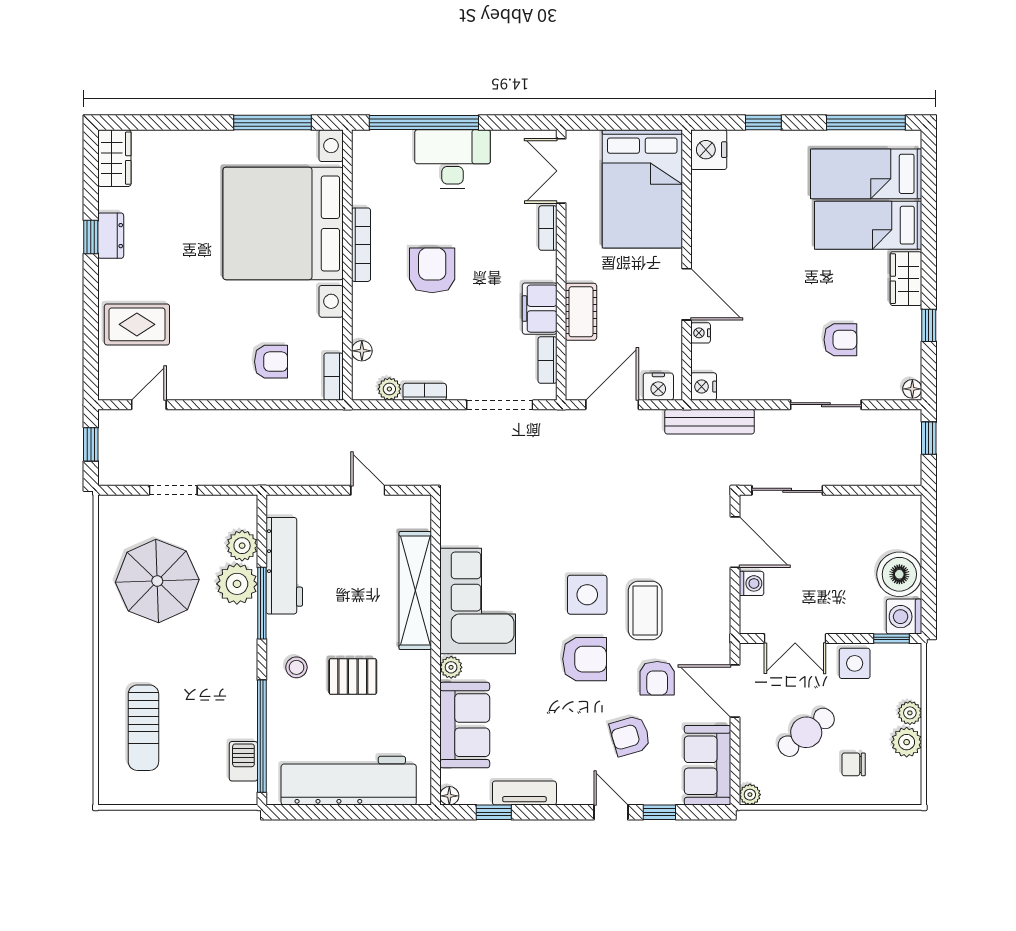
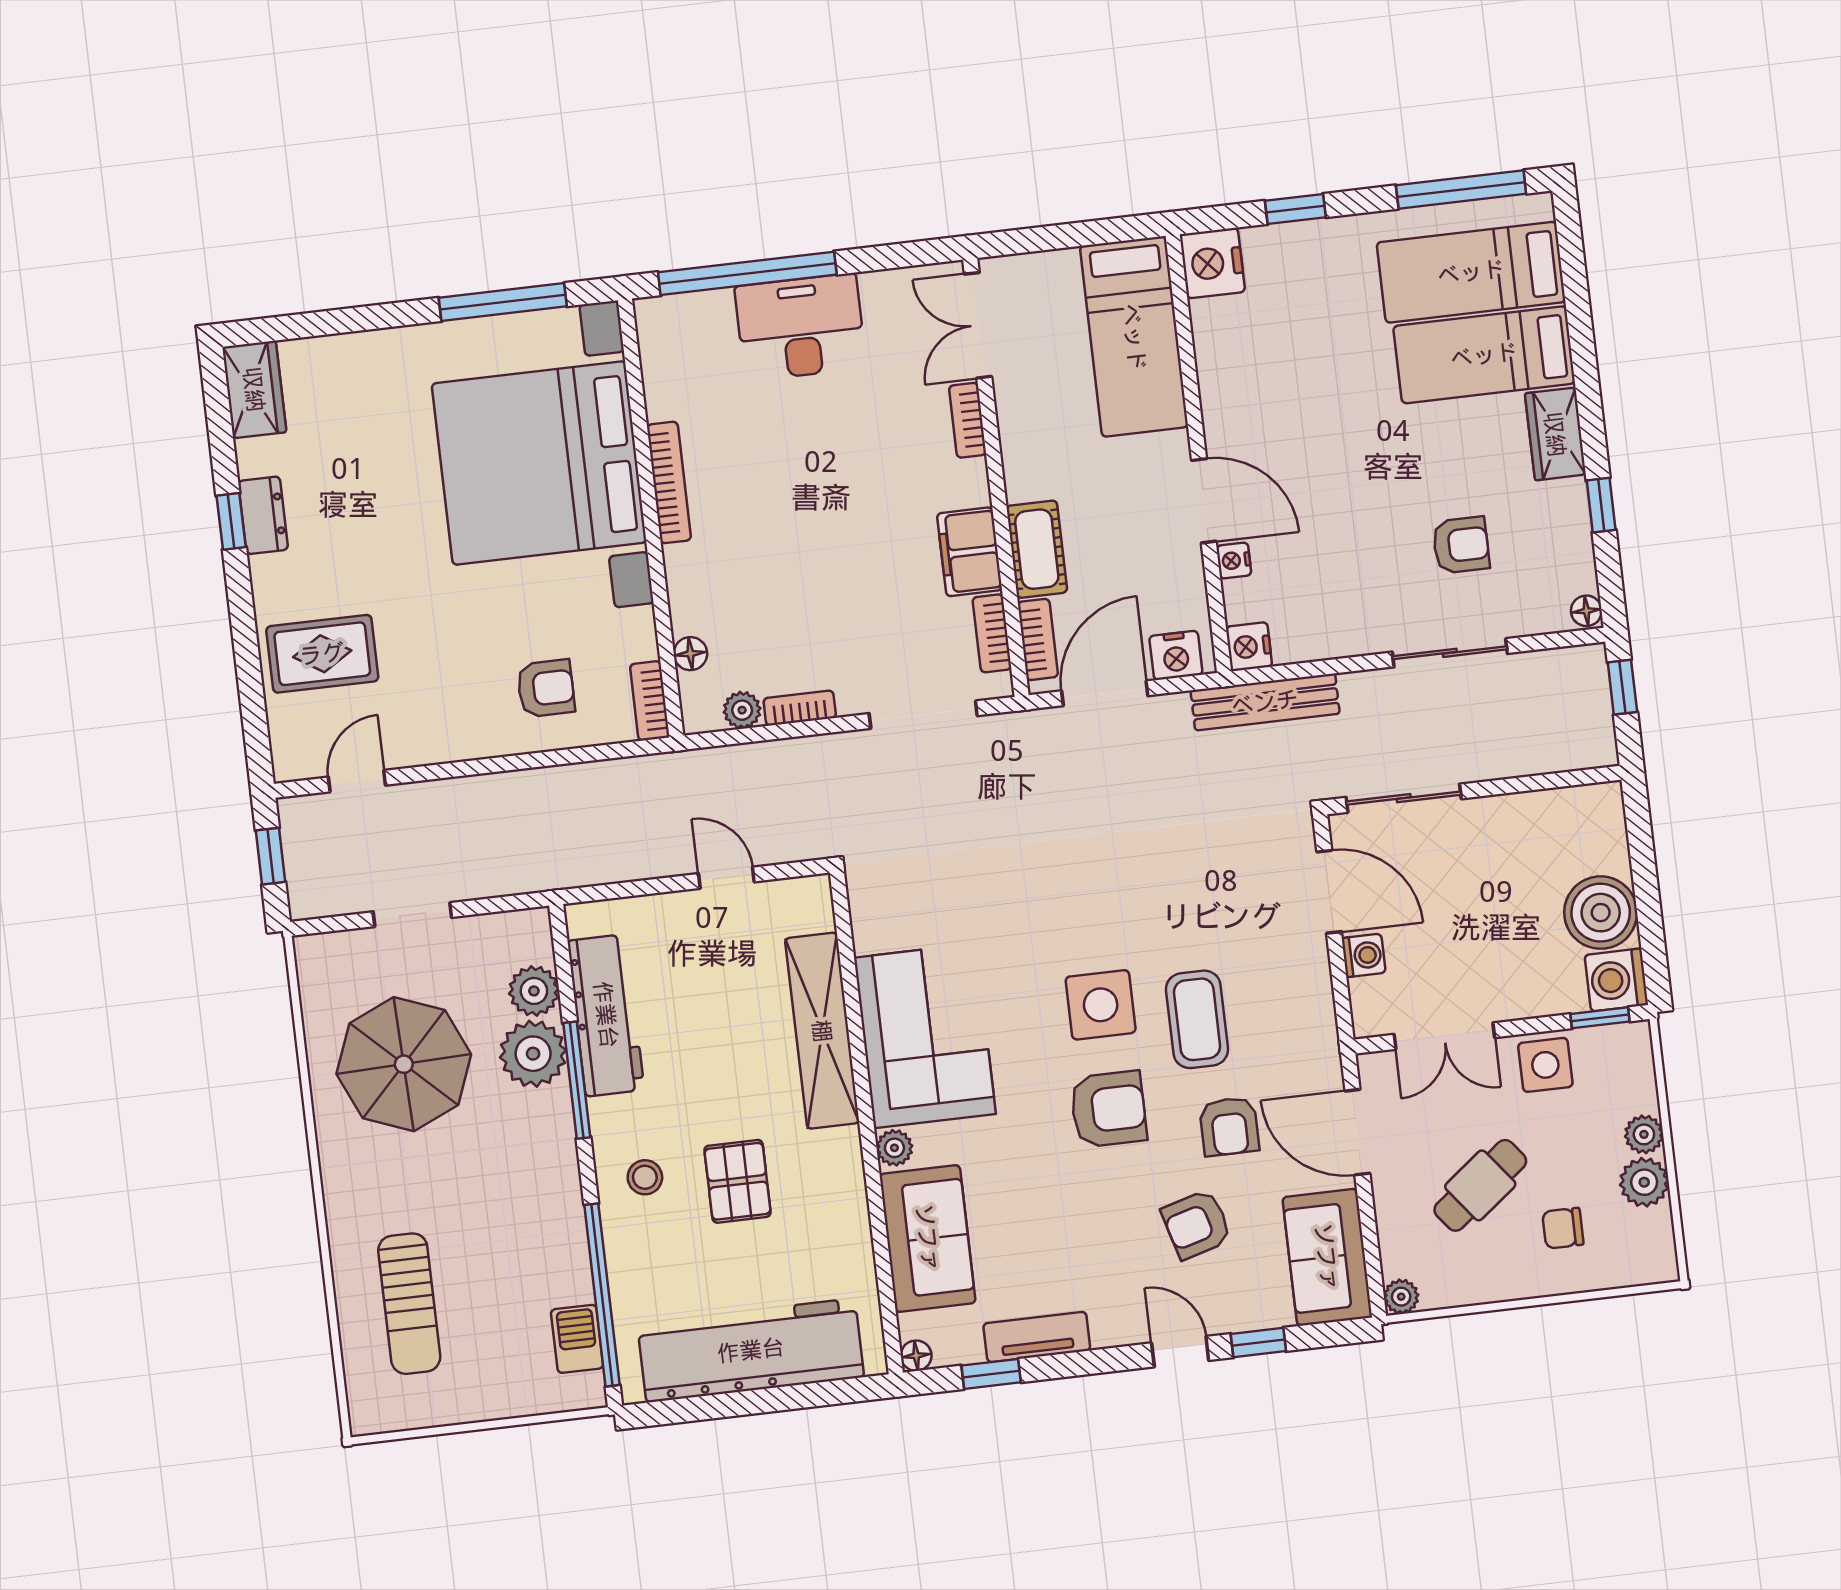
bed: (642, 189) -> (1134, 337), width x0.67
armchair: (432, 270) -> (789, 510), removed
bookcase: (575, 367) -> (1038, 639), added
pallet: (353, 677) -> (738, 1181), turned 90

